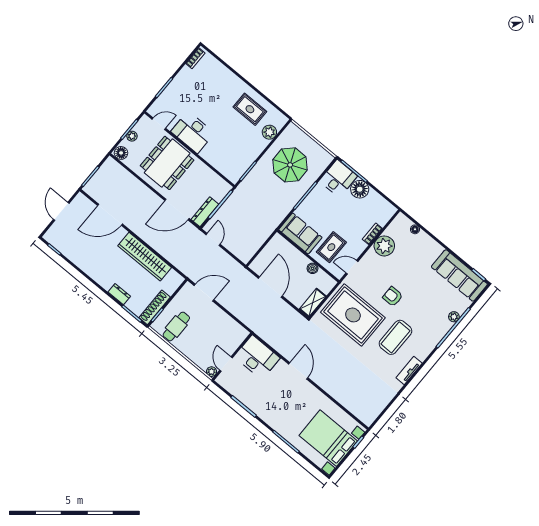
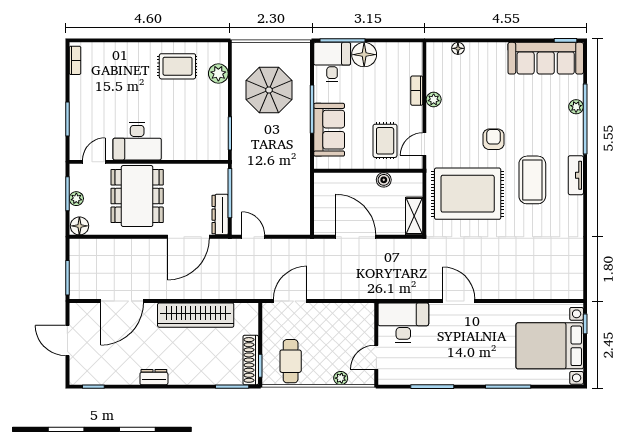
sofa: (300, 234) -> (329, 130), moved, turned 90
plant: (384, 246) -> (434, 99), width x0.53, depth x0.53
dresser: (119, 294) -> (154, 377), moved
armchair: (393, 297) -> (493, 139), turned 90
door: (226, 364) -> (376, 357), hinge flipped
tv unit: (409, 370) -> (576, 175), moved
plant: (212, 372) -> (341, 378), moved

